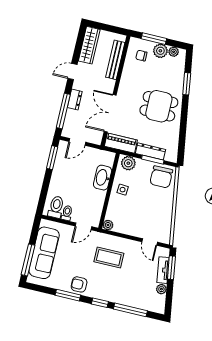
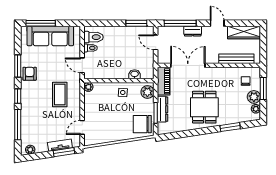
washbasin: (103, 178) -> (135, 74), width x0.52, depth x0.69
plant: (161, 289) -> (30, 150), moved

